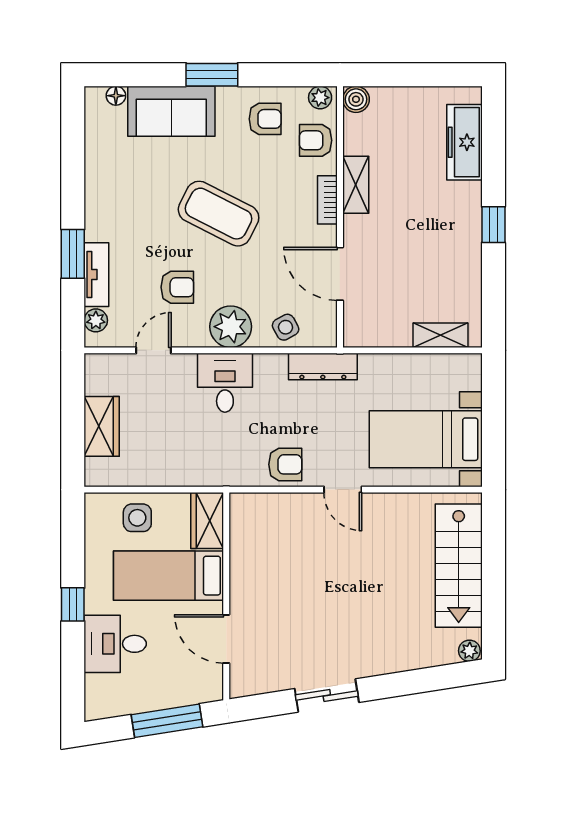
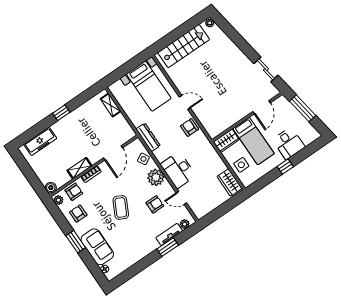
armchair: (316, 140) -> (74, 192), turned -90
coffee table: (219, 214) -> (121, 207), width x0.73, depth x0.76
armchair: (177, 287) -> (155, 204), turned 90
desk: (225, 383) -> (178, 170), width x1.37
wardrobe: (102, 426) -> (230, 182), moved, turned -90
door: (343, 490) -> (185, 102), hinge flipped
sliding door: (327, 696) -> (266, 69), moved

